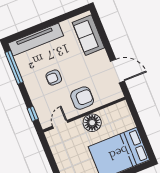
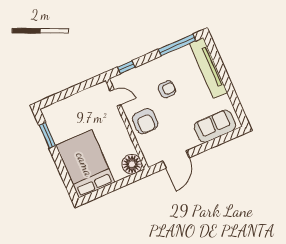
armchair: (54, 78) -> (167, 89), turned 90
floor lamp: (92, 123) -> (132, 164), moved

